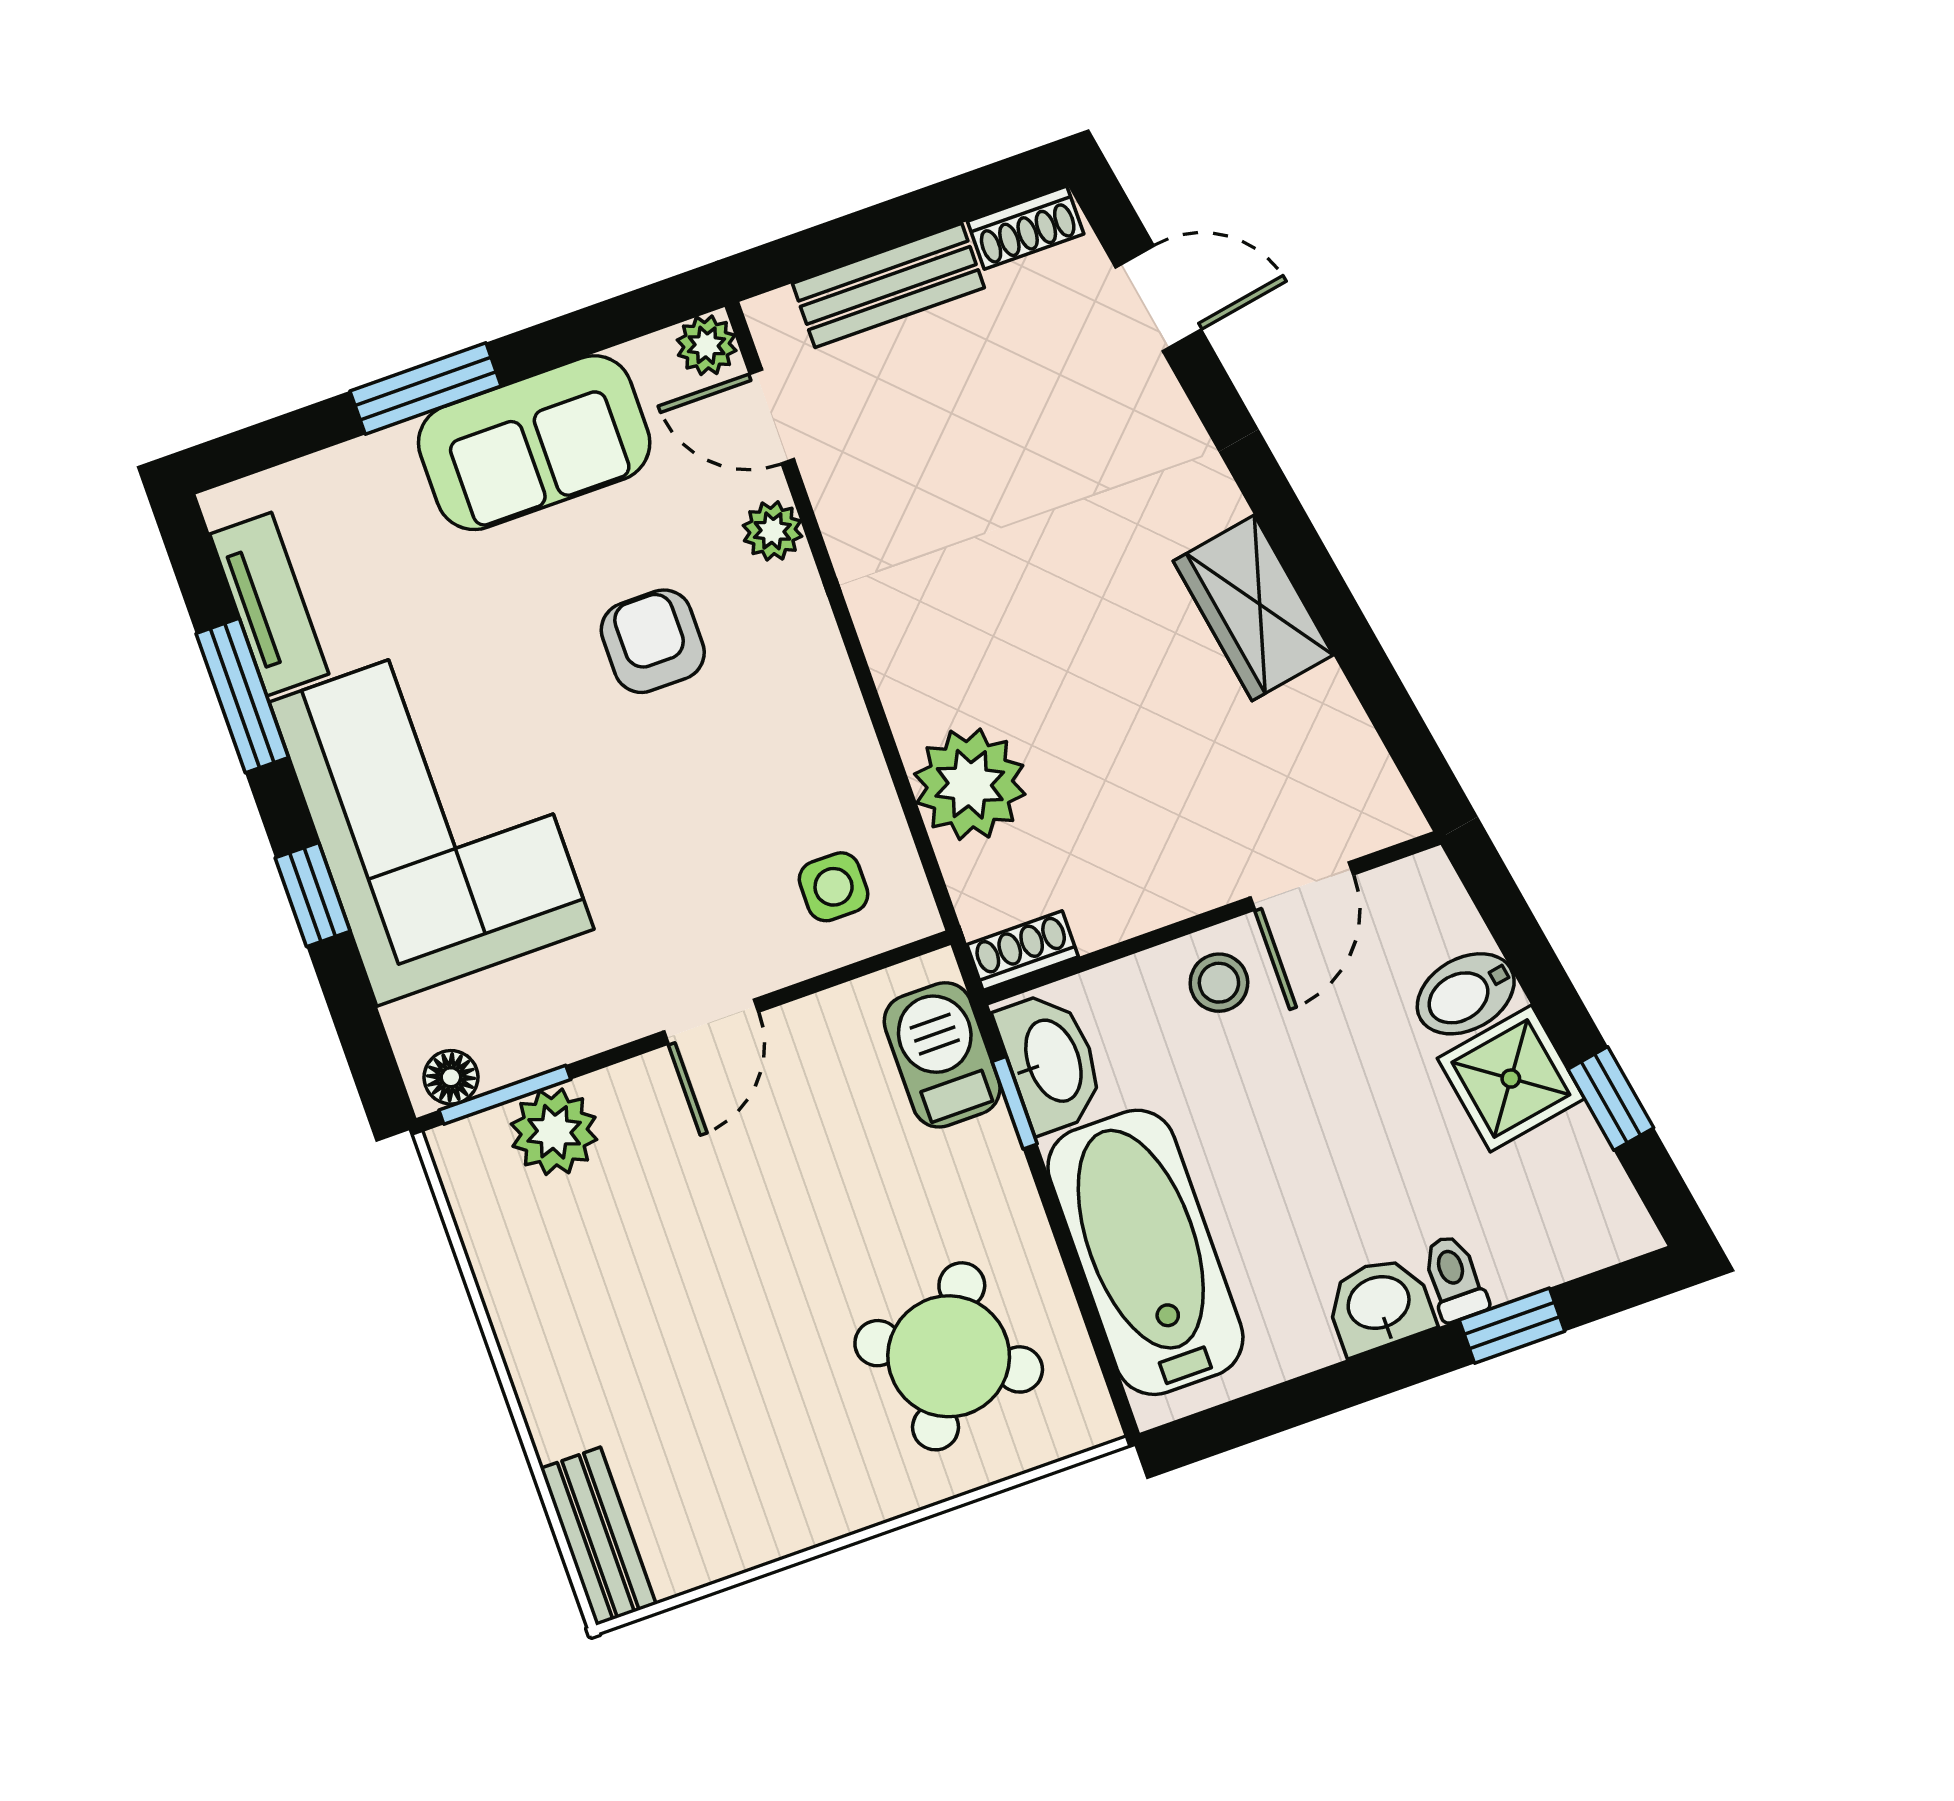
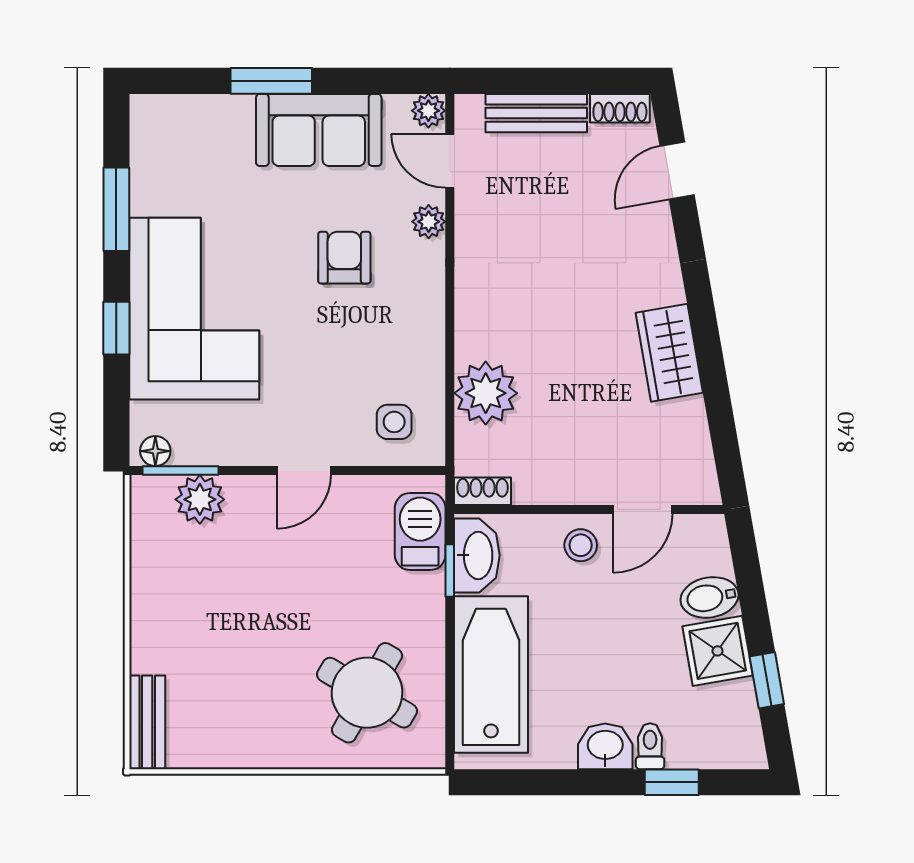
door: (1158, 298) -> (677, 171), swing flipped
tv unit: (269, 604) -> (148, 166), removed

